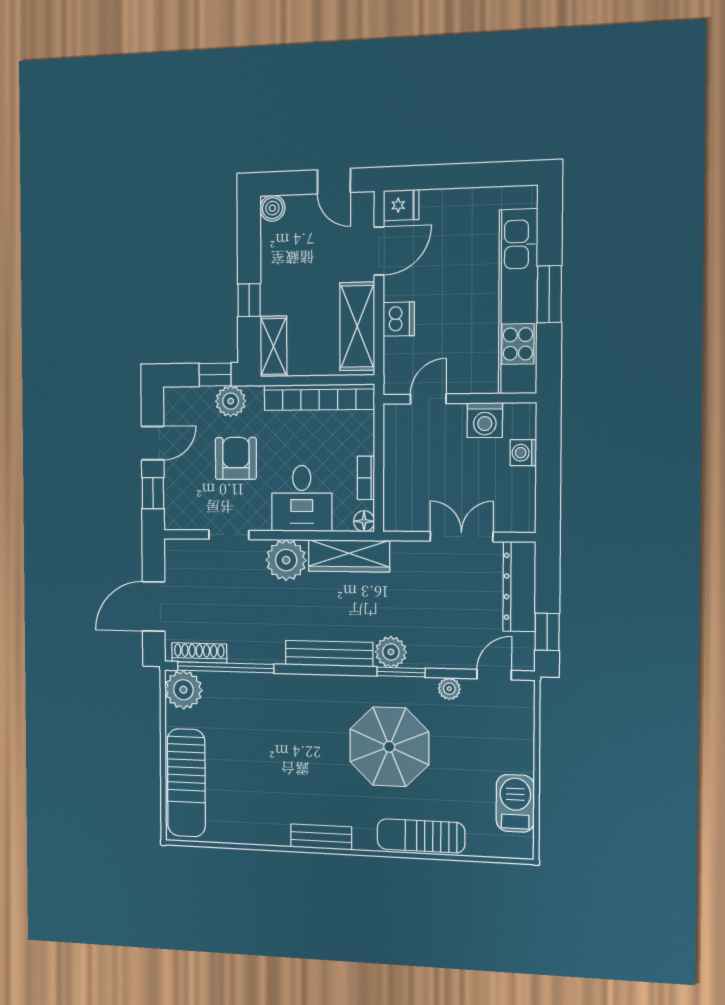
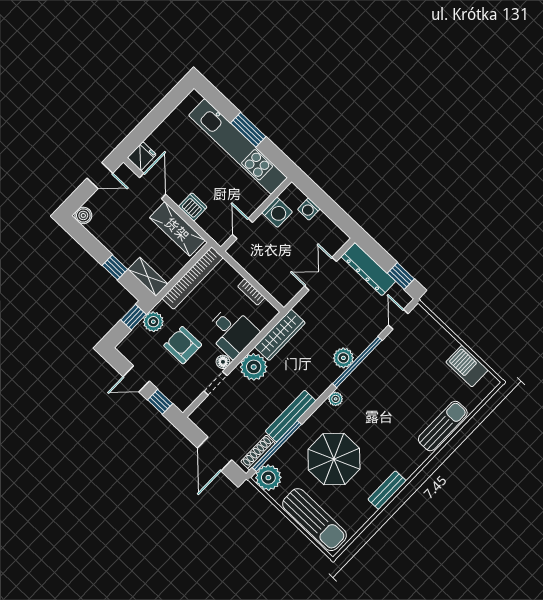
door: (153, 443) -> (136, 379), swing flipped
floor lamp: (364, 521) -> (223, 362), moved
bench: (329, 654) -> (291, 416), moved
window: (401, 672) -> (357, 362), width x2.11
plant: (449, 689) -> (336, 399), moved
parasol: (389, 747) -> (334, 459), moved
sun lounger: (421, 836) -> (443, 426), turned 180
bench: (321, 837) -> (387, 490), moved

